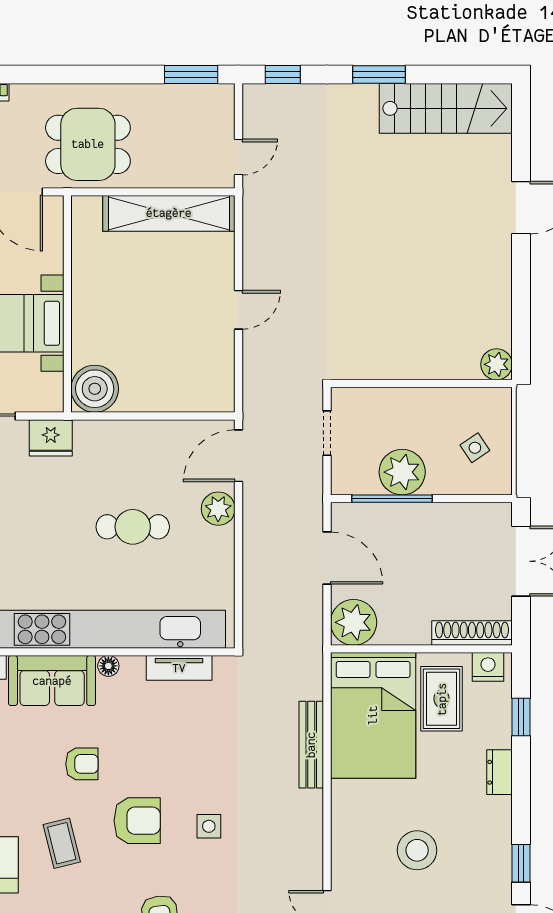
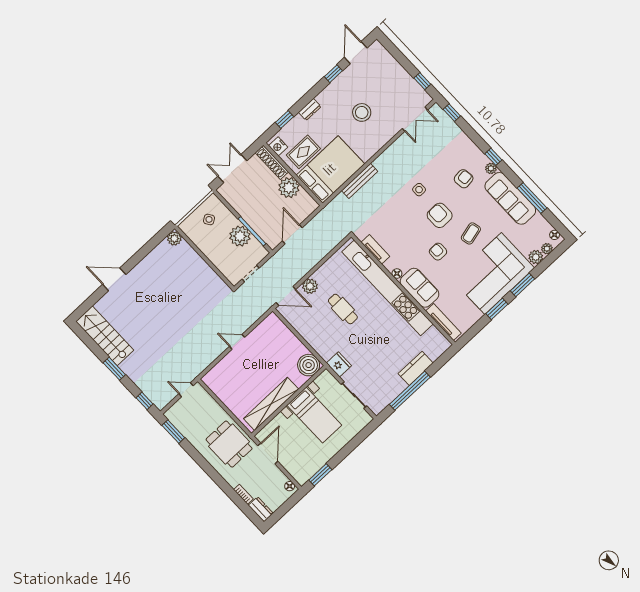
shelving: (169, 213) -> (271, 404), moved, turned 90
plant: (354, 622) -> (289, 188), moved

